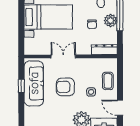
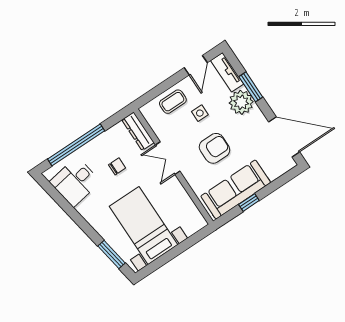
plant: (111, 21) -> (98, 147), removed
double door: (63, 56) -> (168, 158), moved
armchair: (65, 87) -> (214, 148), turned -90

